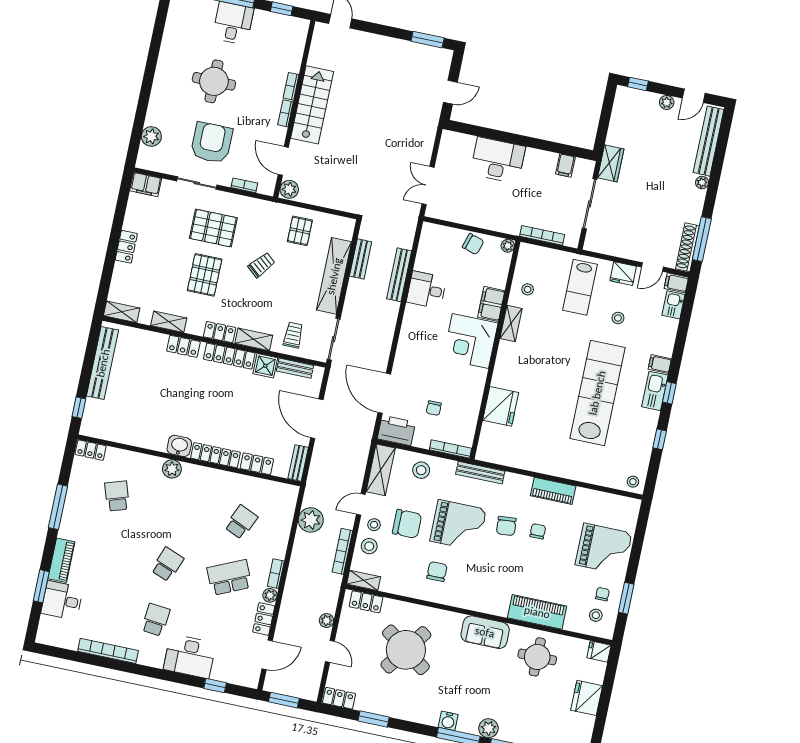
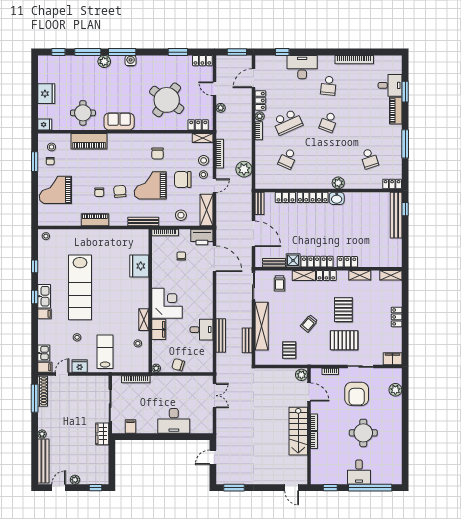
bench: (103, 363) -> (396, 215), moved

